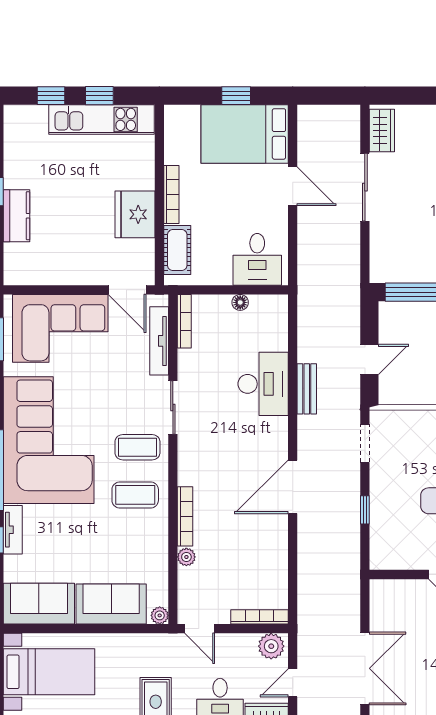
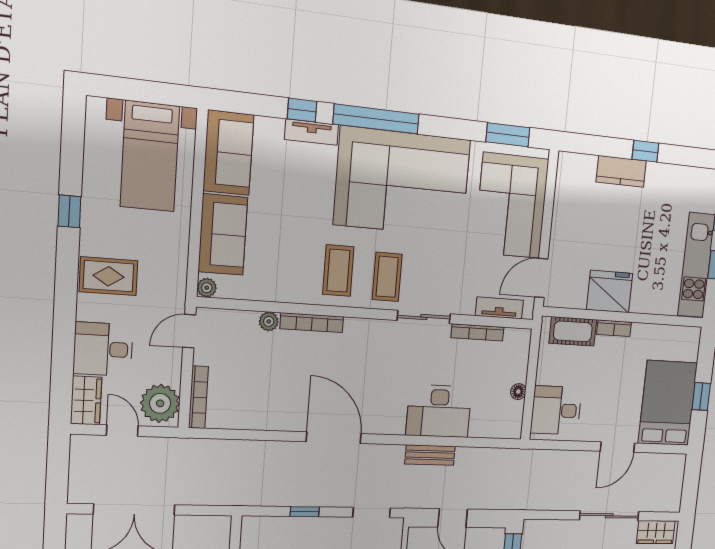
bookcase: (171, 194) -> (614, 328), width x0.64
bookcase: (184, 321) -> (478, 332), moved
tv unit: (159, 341) -> (499, 308), width x0.71
plant: (271, 646) -> (160, 403), width x1.36, depth x1.36

